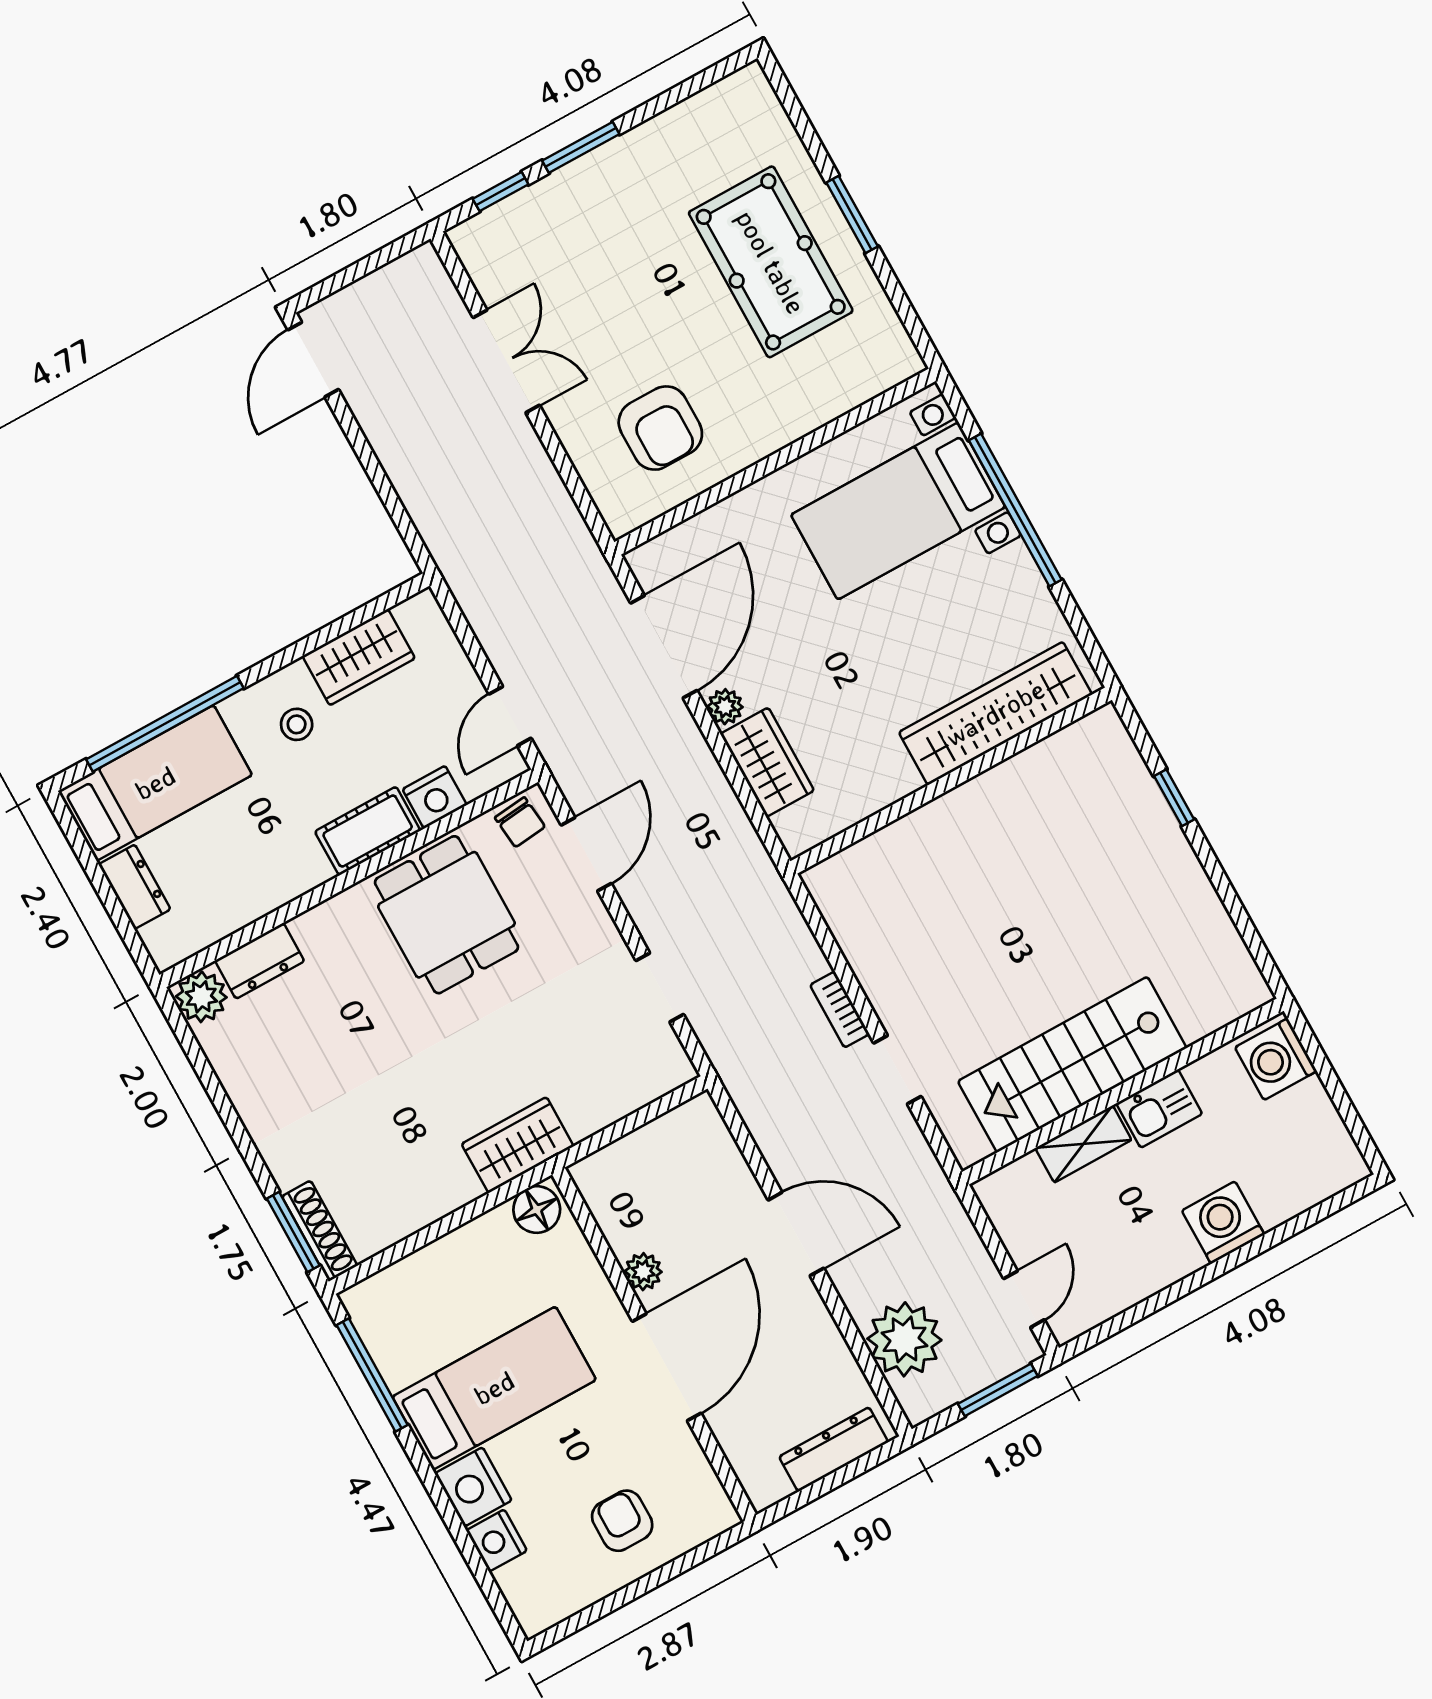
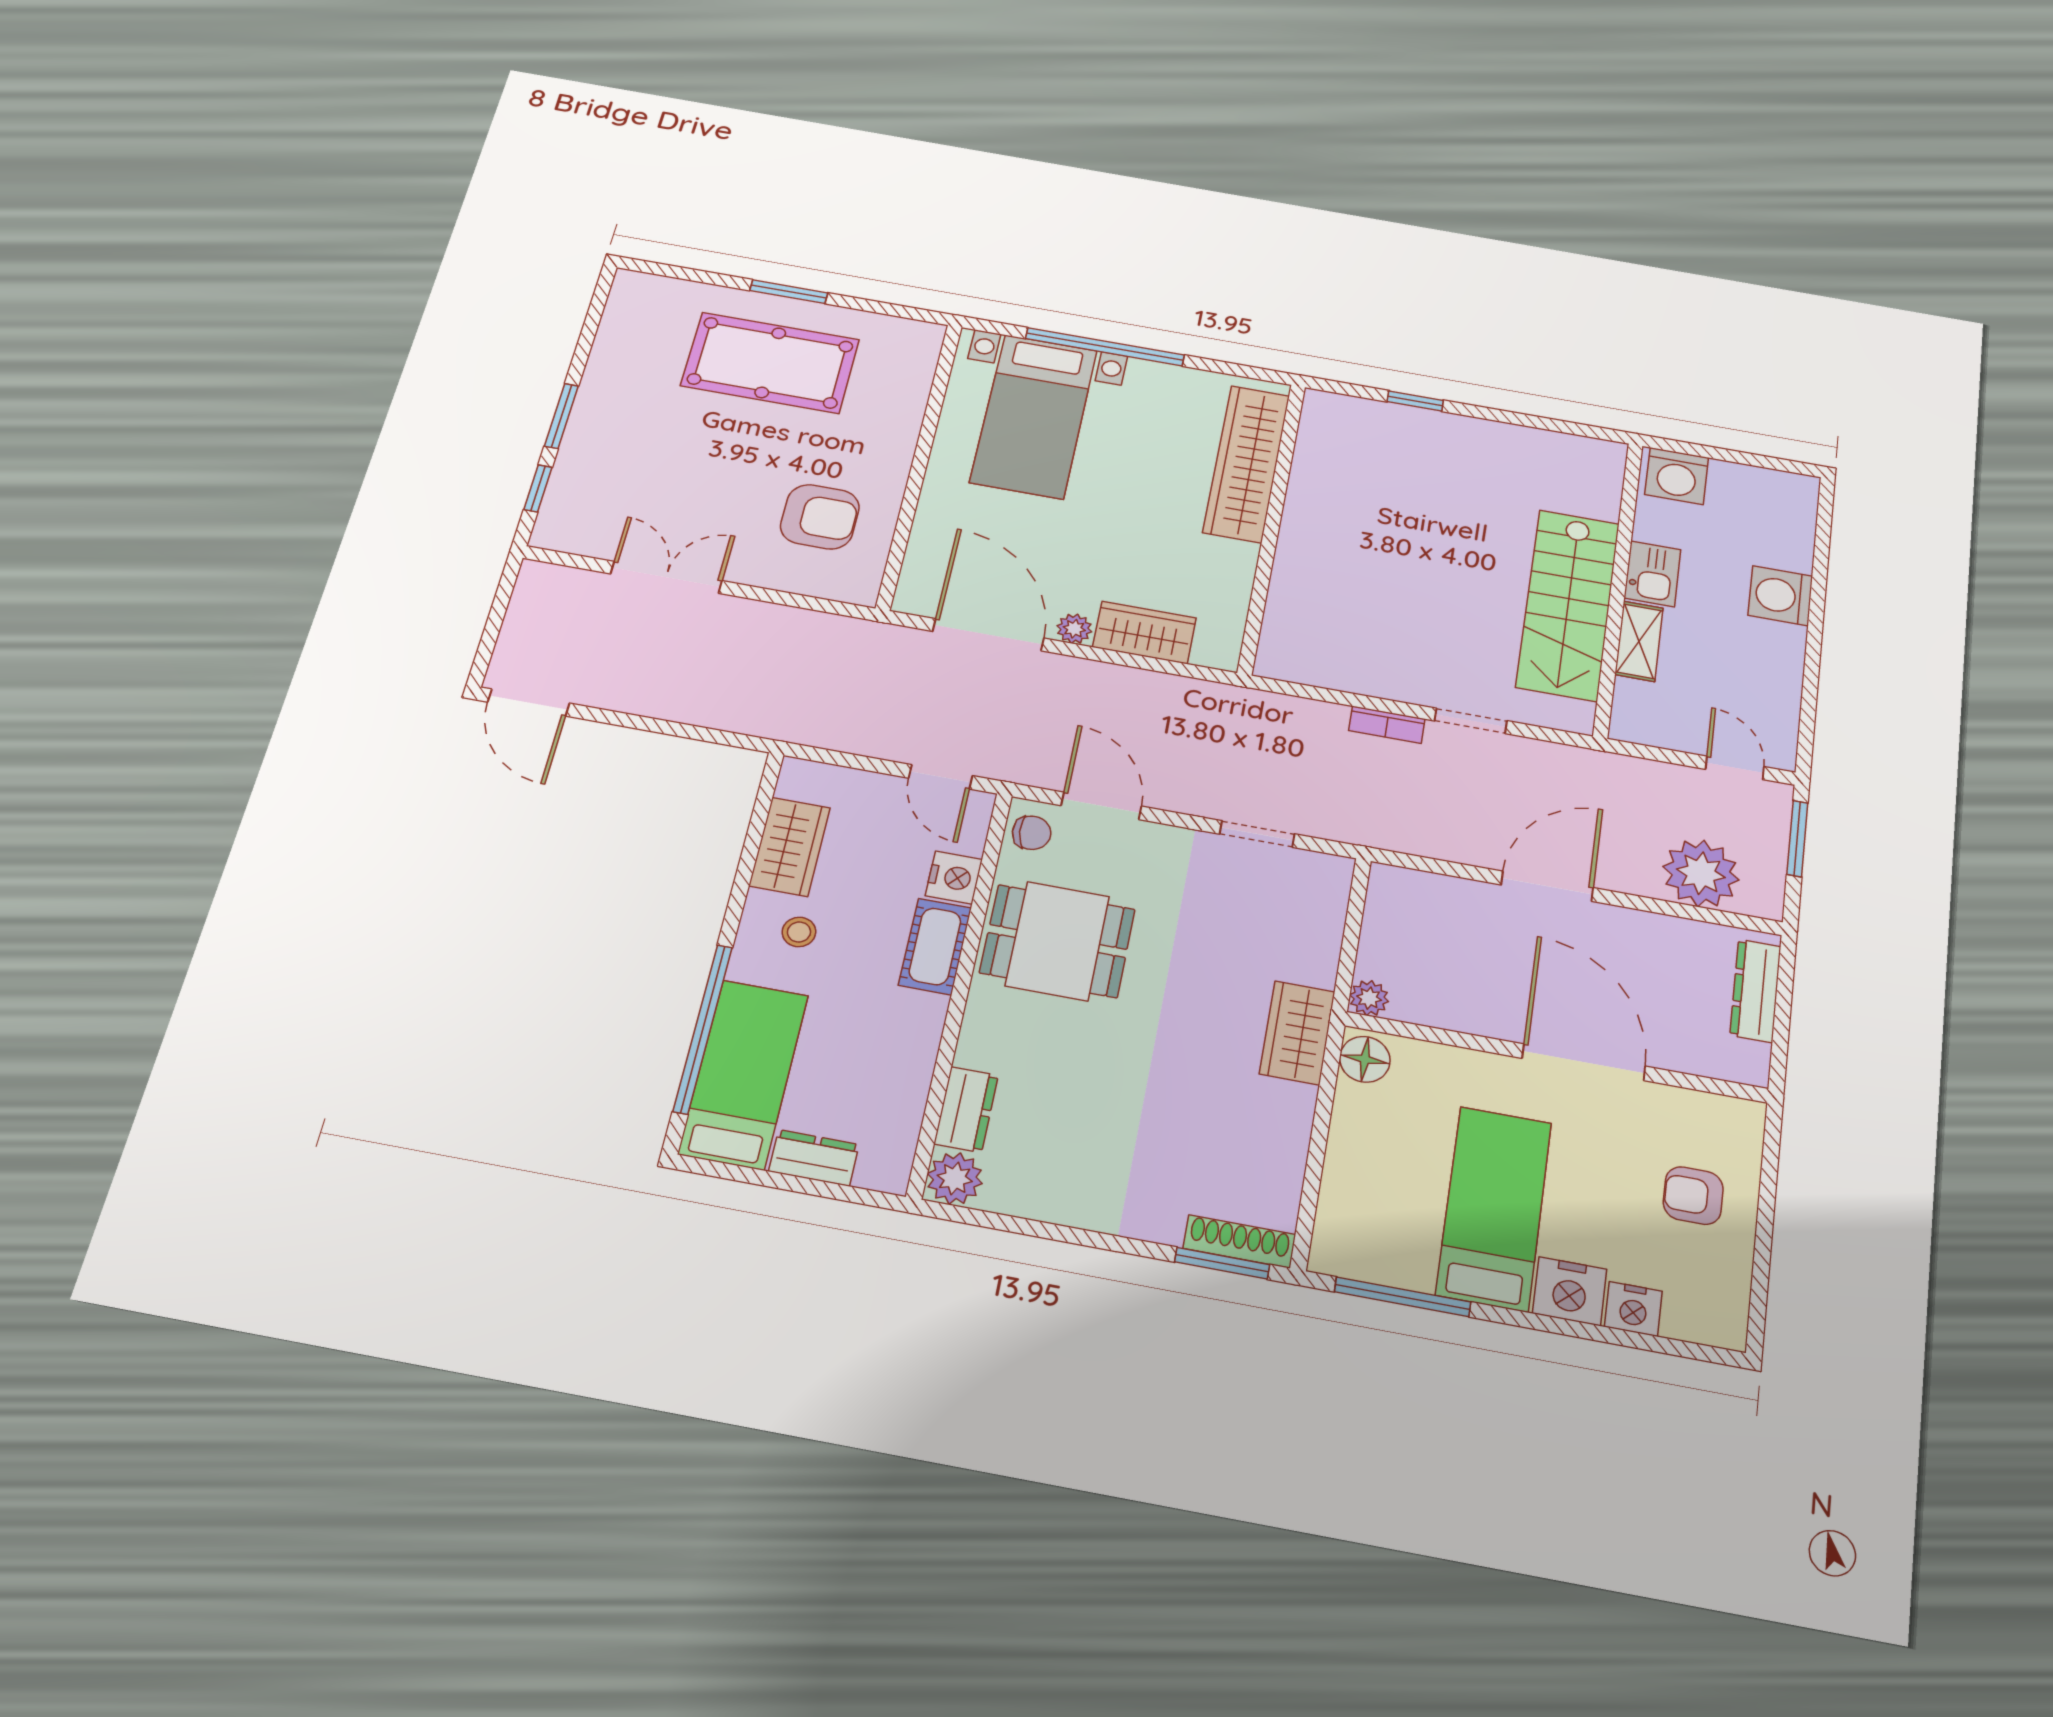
plant: (643, 1272) -> (1369, 998), moved

